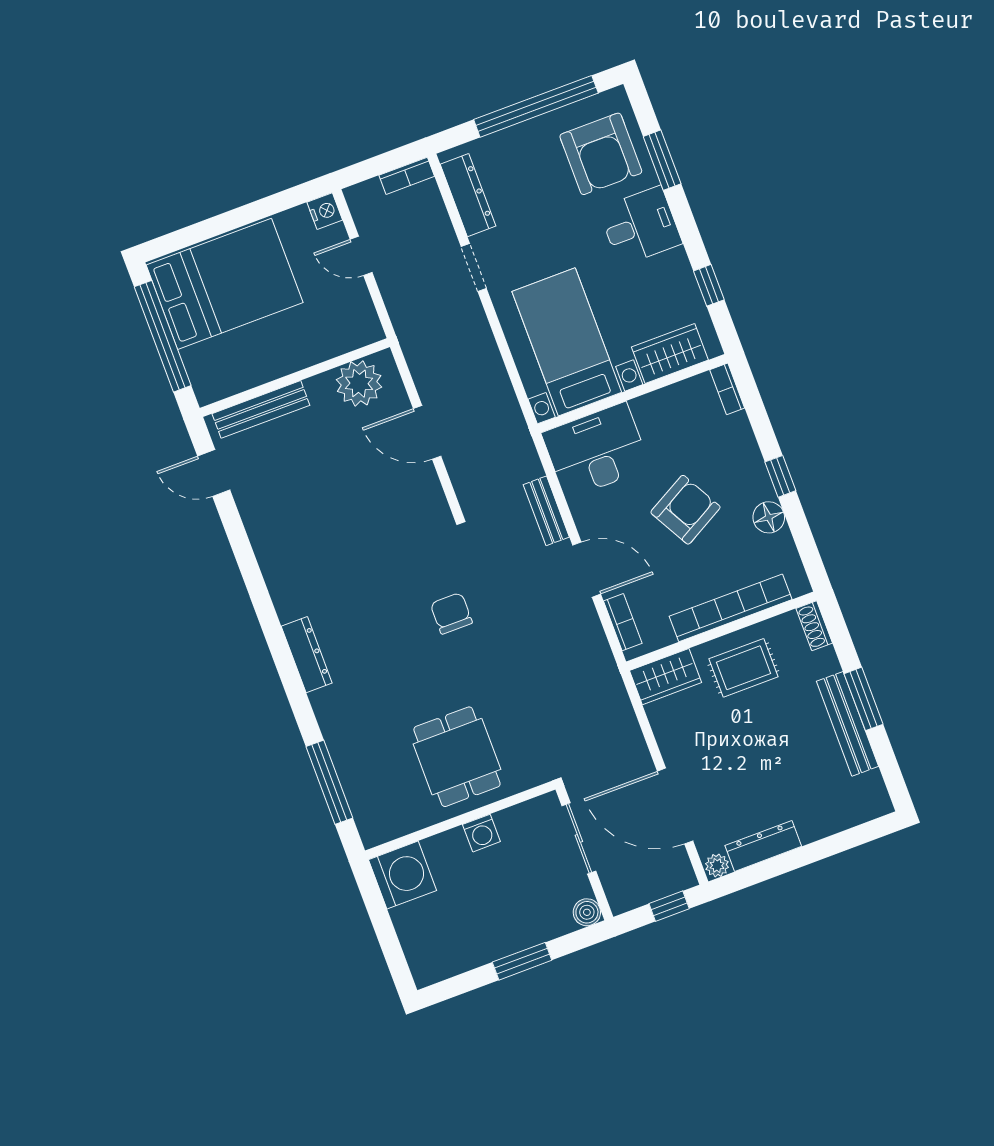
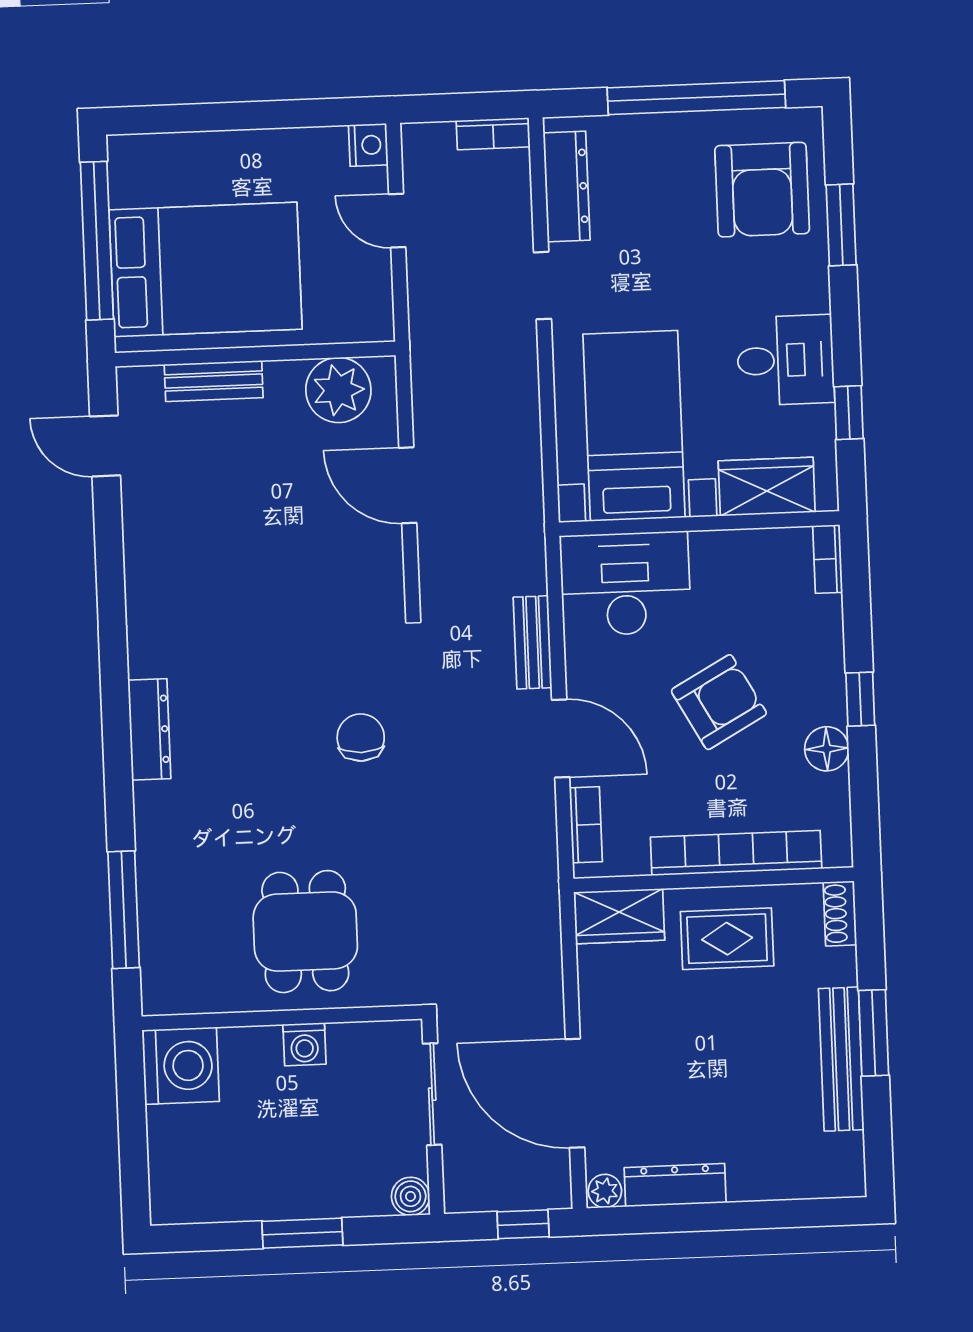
desk: (640, 226) -> (785, 360), moved
bed: (225, 284) -> (206, 269), moved
bench: (261, 409) -> (214, 381), width x0.73

